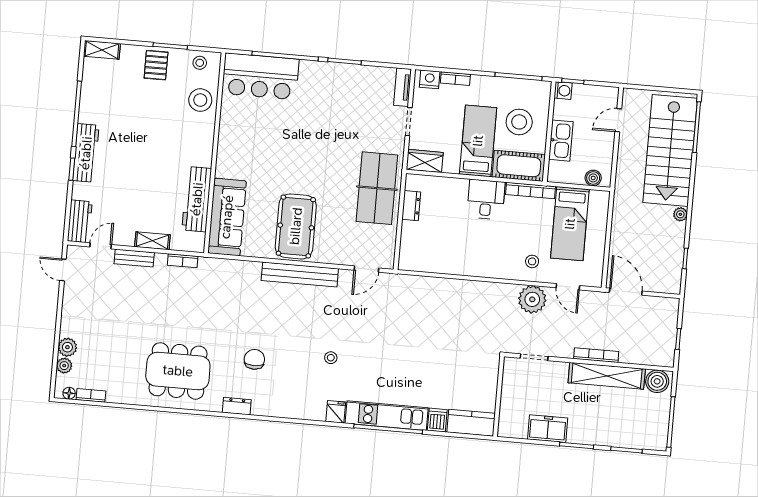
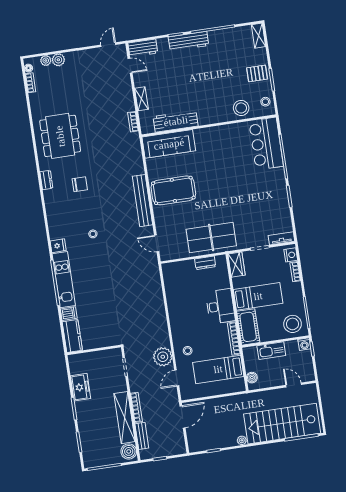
stool: (519, 122) -> (293, 324), moved
desk: (486, 199) -> (220, 306), width x1.37
bench: (134, 258) -> (142, 436), moved

